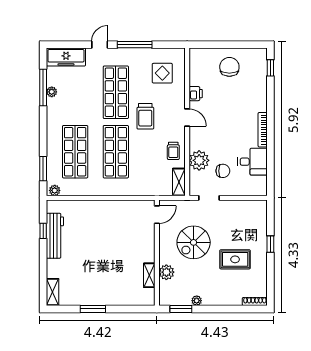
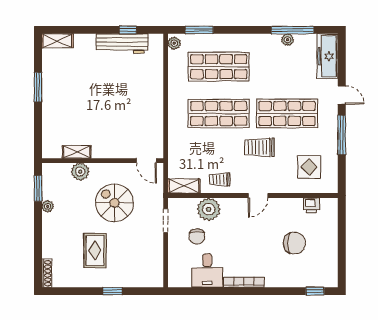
chair: (229, 67) -> (294, 243), moved
printer: (196, 94) -> (312, 205), moved

